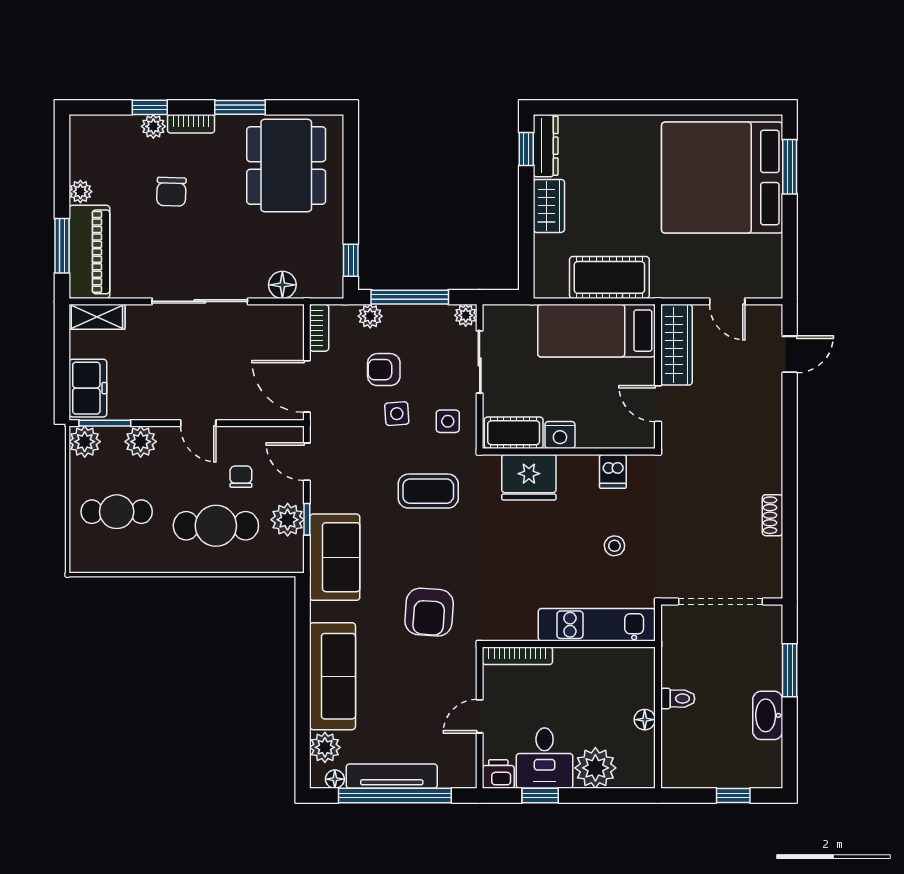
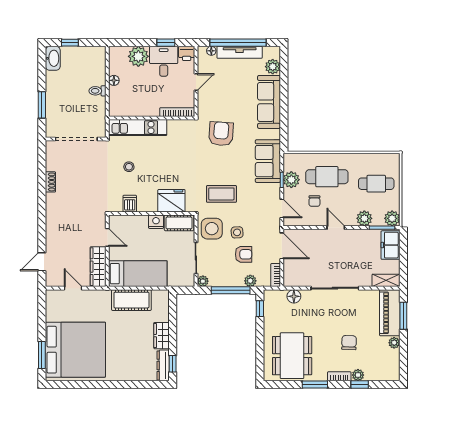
side table: (448, 421) -> (212, 229), width x1.87, depth x1.87
washbasin: (768, 715) -> (53, 58), moved
floor lamp: (335, 779) -> (211, 51), moved

